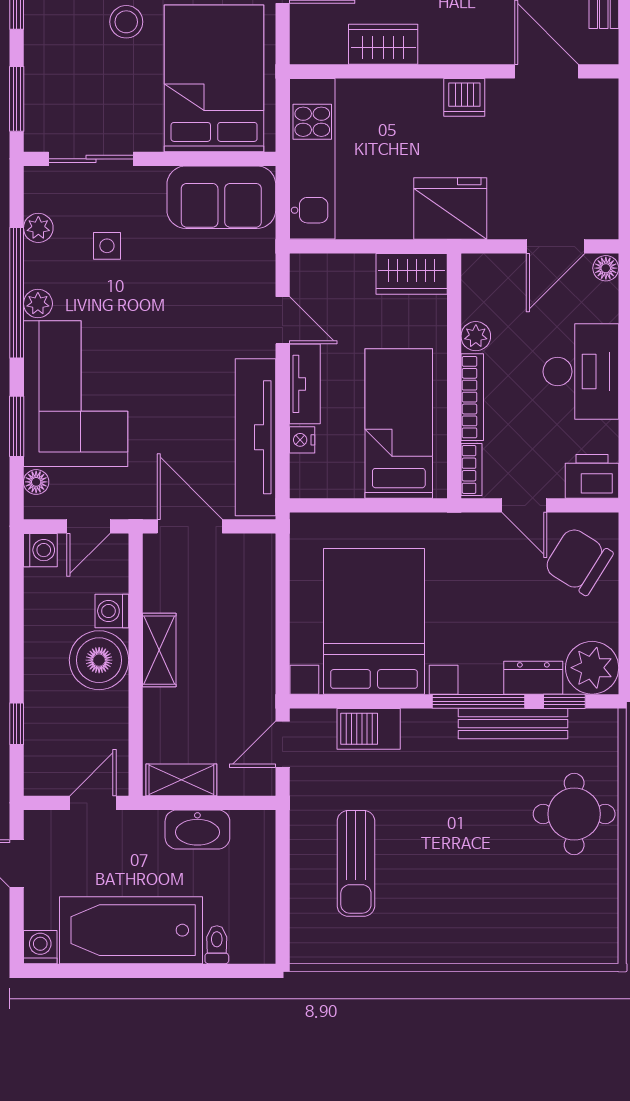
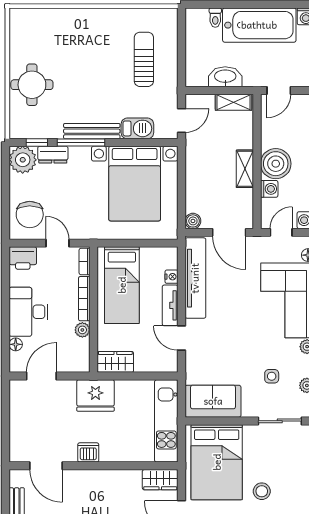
wardrobe: (383, 44) -> (160, 480), moved
floor lamp: (606, 268) -> (16, 344), moved
boiler: (260, 548) -> (193, 221), added
chair: (578, 561) -> (30, 215), turned 58
bench: (513, 724) -> (92, 131), moved

